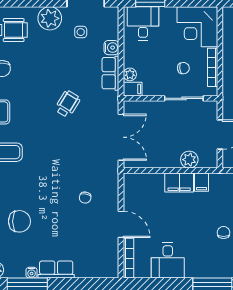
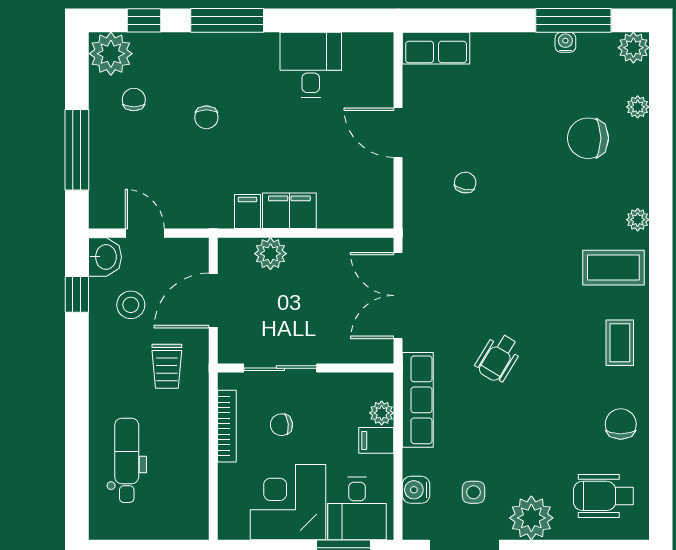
corner desk: (197, 27) -> (288, 502), moved, turned -90
water cooler: (111, 48) -> (416, 490), moved
row of seats: (110, 73) -> (418, 400), width x1.48
filing cabinet: (133, 89) -> (376, 440), moved
bookcase: (128, 258) -> (384, 69), removed
row of seats: (56, 270) -> (436, 48), moved

